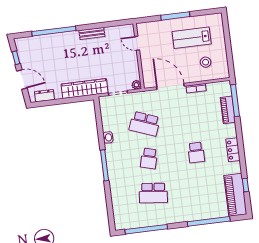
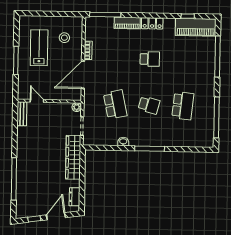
bench: (92, 33) -> (22, 114), moved
lab bench: (192, 38) -> (39, 48), turned 180
door: (137, 43) -> (37, 101), swing flipped
piano: (228, 110) -> (127, 23), moved
school desk: (145, 124) -> (115, 105), turned -33

